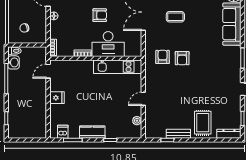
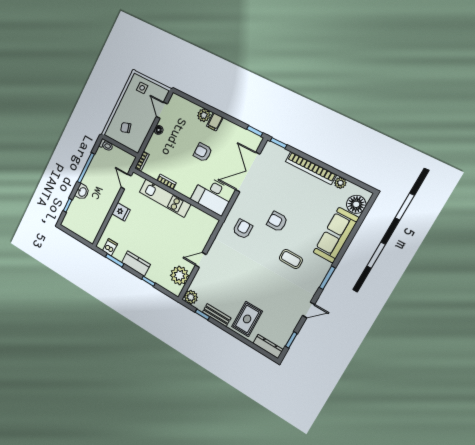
armchair: (100, 15) -> (203, 152), turned 180
coffee table: (175, 17) -> (291, 259), moved
desk: (108, 44) -> (212, 195), moved
armchair: (182, 58) -> (277, 221), moved, turned 90
washbasin: (14, 62) -> (82, 192), moved
kitchen unit: (118, 67) -> (165, 198), moved
door: (48, 71) -> (126, 182), hinge flipped
plant: (137, 121) -> (179, 275), width x1.88, depth x1.88
plant: (151, 132) -> (191, 297), added

